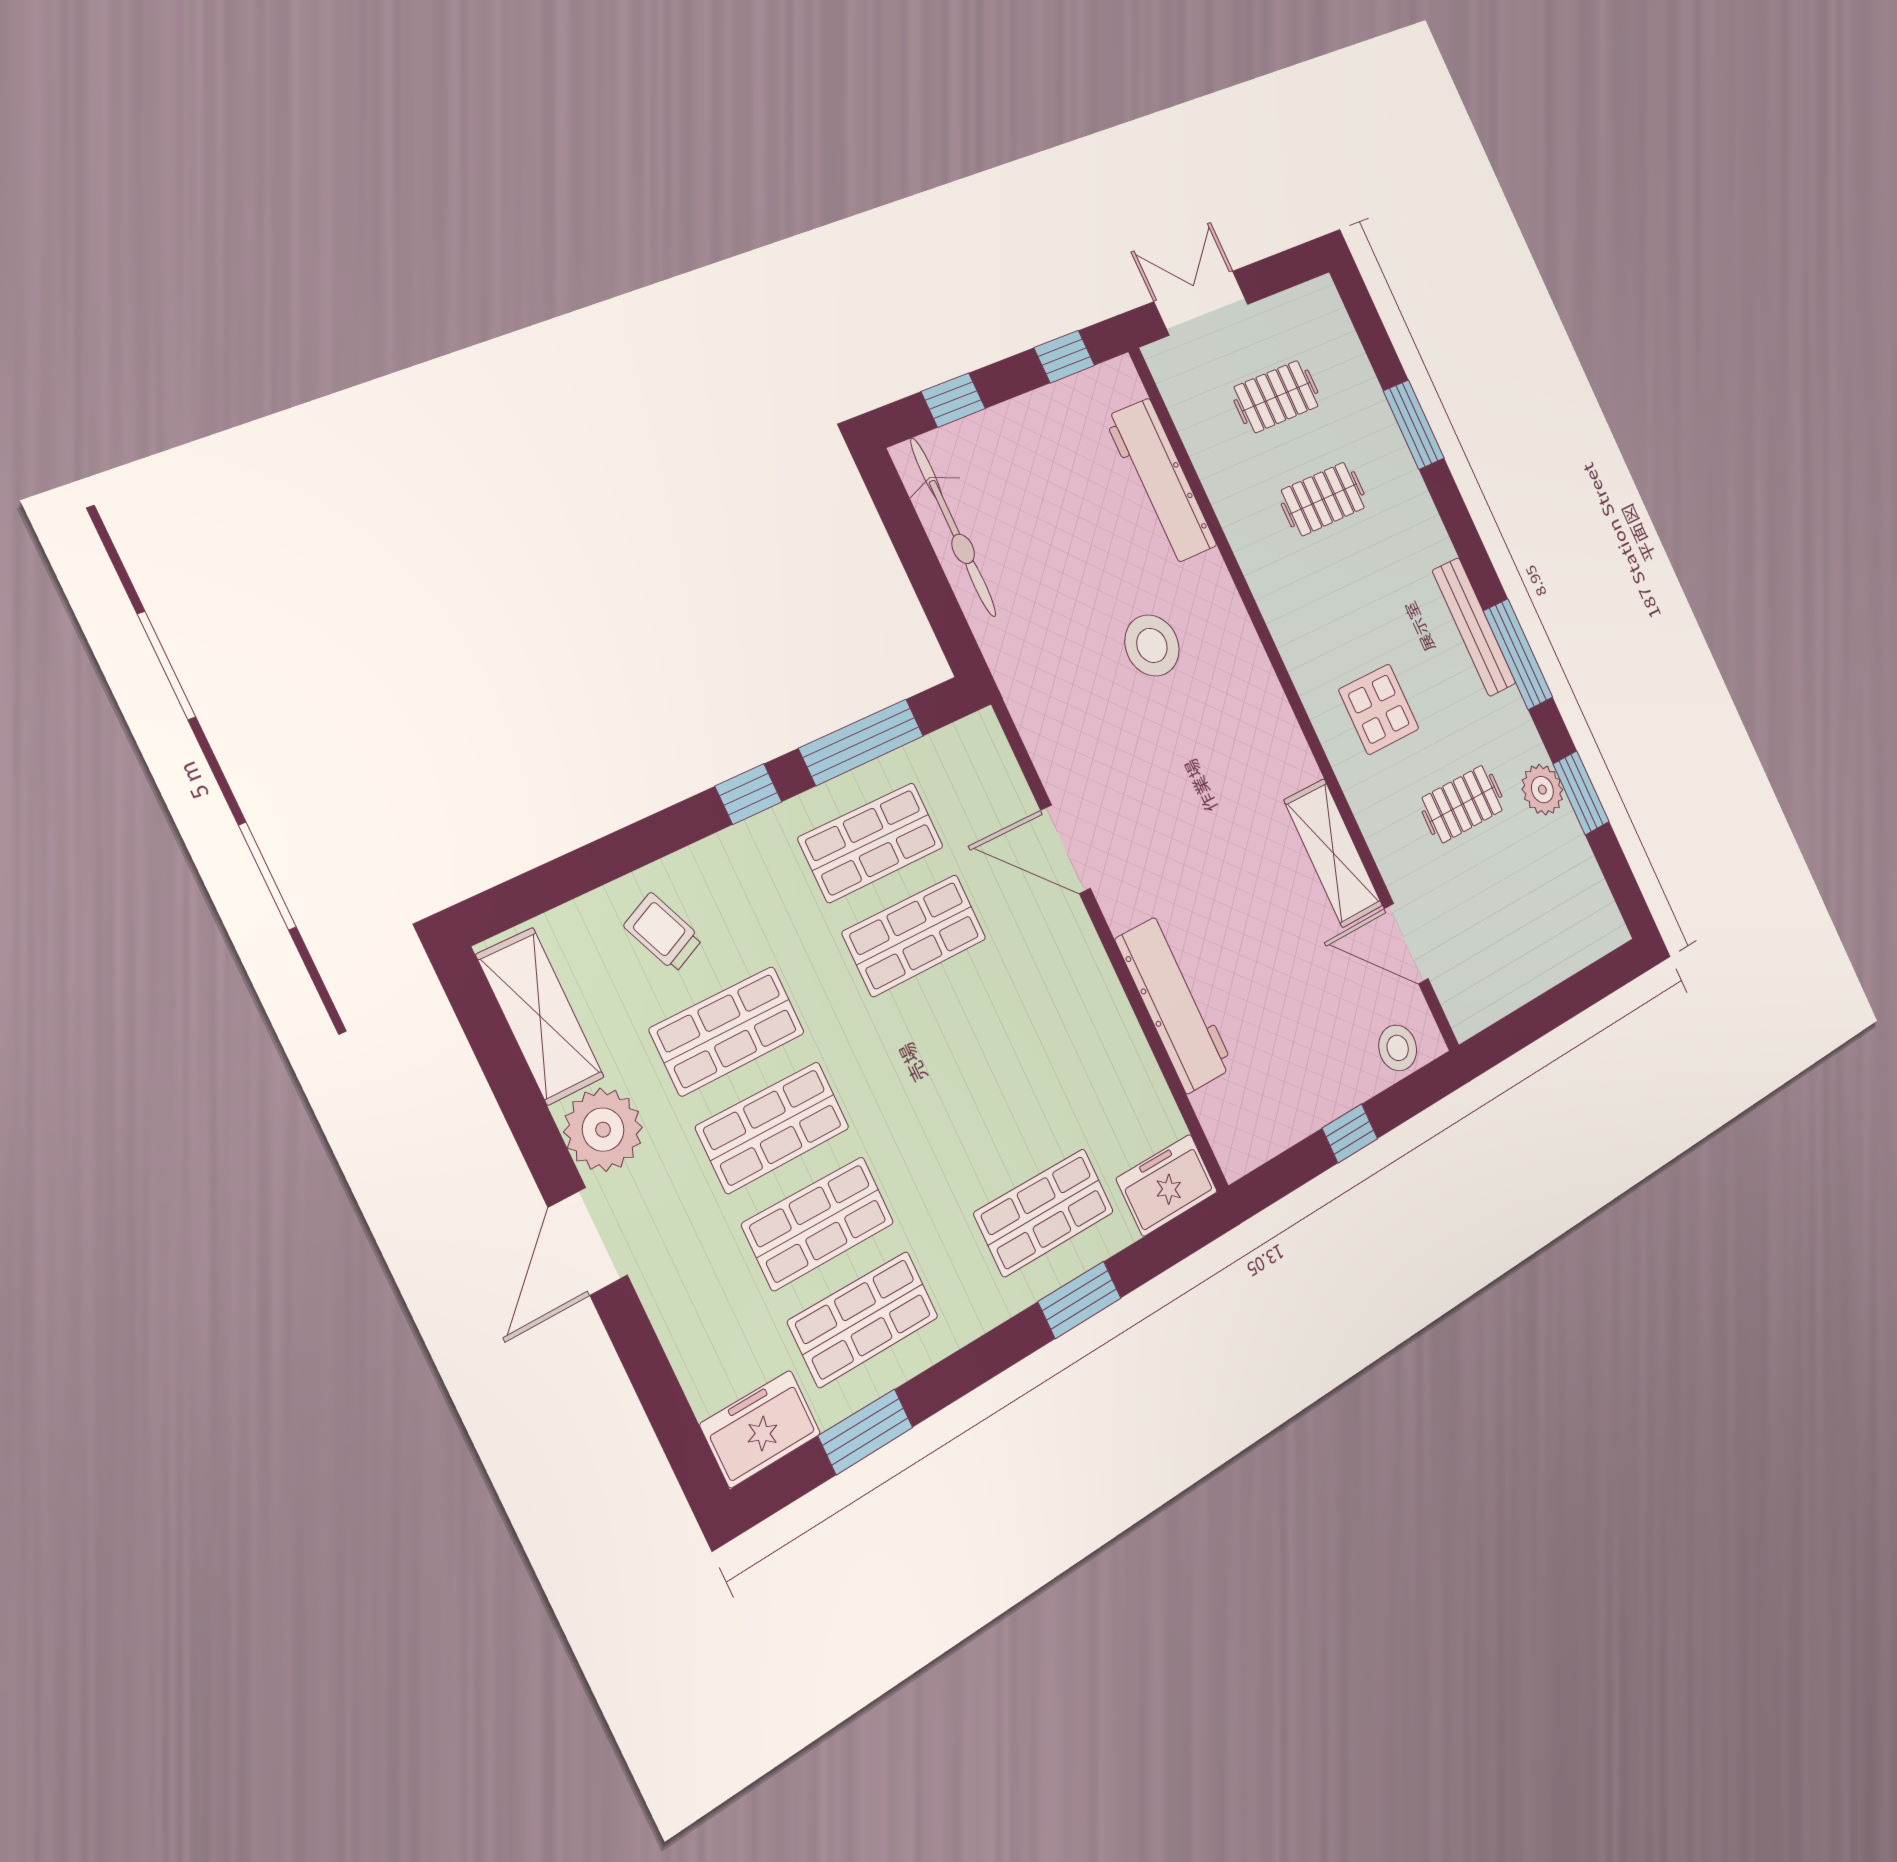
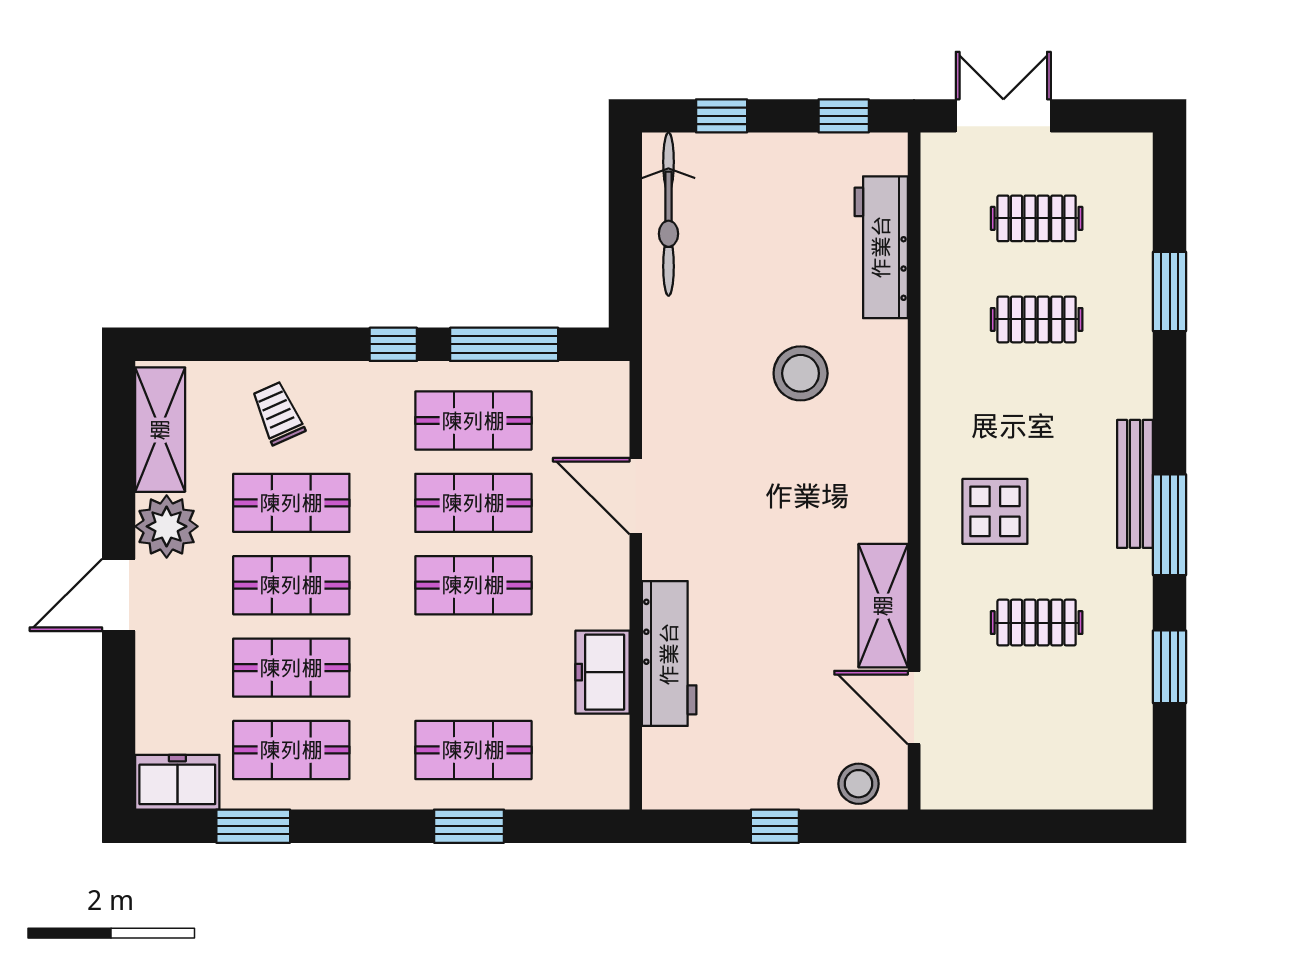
plant: (1542, 790) -> (1129, 647), removed
shop shelf: (958, 1028) -> (473, 585), added
freezer: (1167, 1185) -> (602, 672), moved, turned -90

